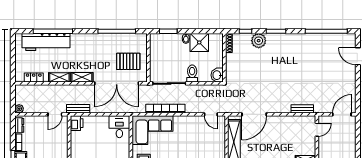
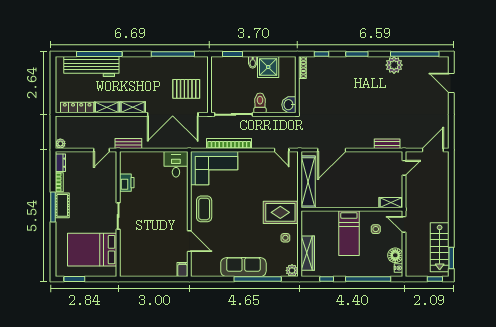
plant: (259, 41) -> (394, 65), moved
locker: (34, 78) -> (77, 108), width x1.53
printer: (77, 123) -> (127, 183), moved

